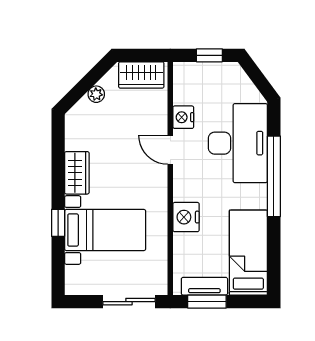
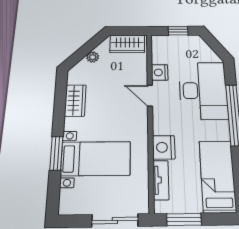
wardrobe: (77, 173) -> (75, 100), moved
window: (58, 223) -> (56, 153), width x1.50
tv unit: (204, 286) -> (161, 180), moved, turned 90

